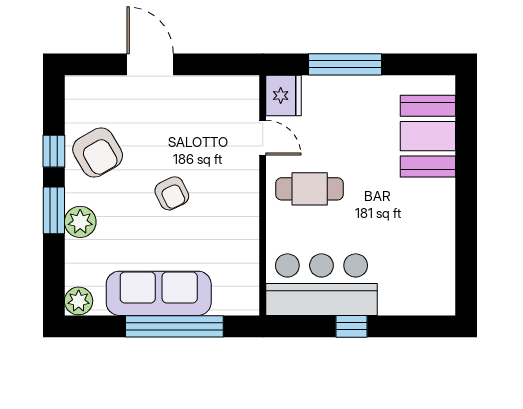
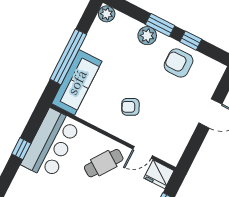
armchair: (98, 153) -> (179, 63), turned 30
cafe table: (310, 189) -> (104, 163), turned 35
armchair: (172, 193) -> (130, 107), moved
sofa: (159, 293) -> (77, 82), moved

